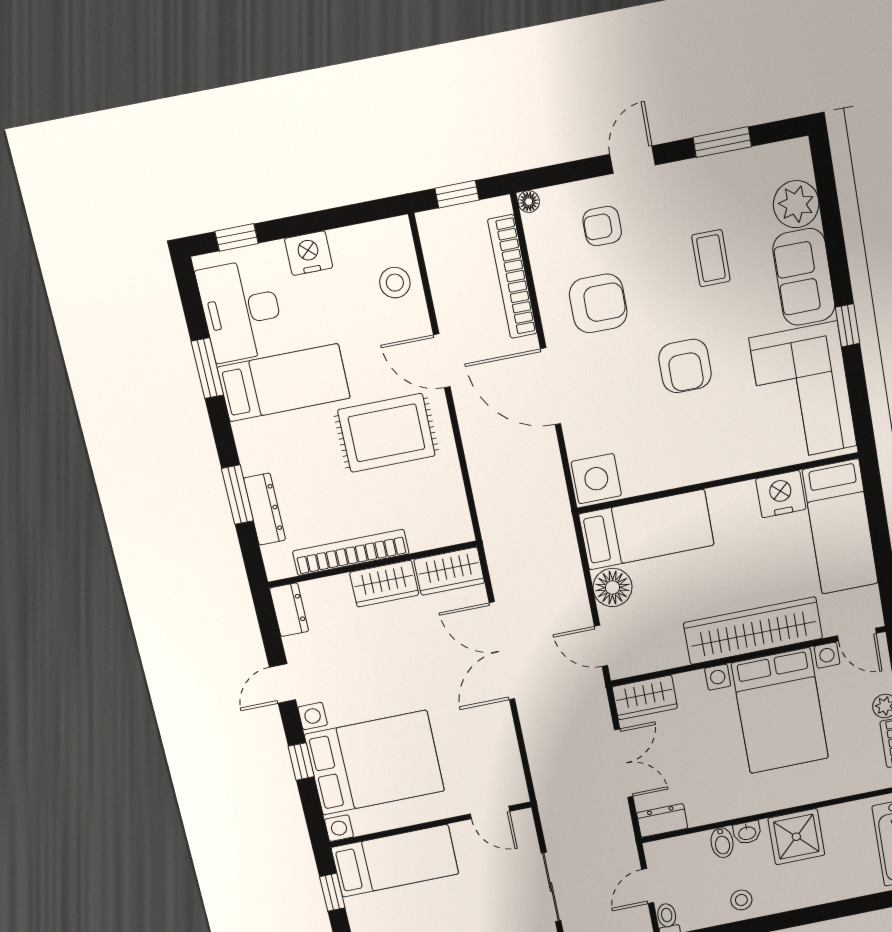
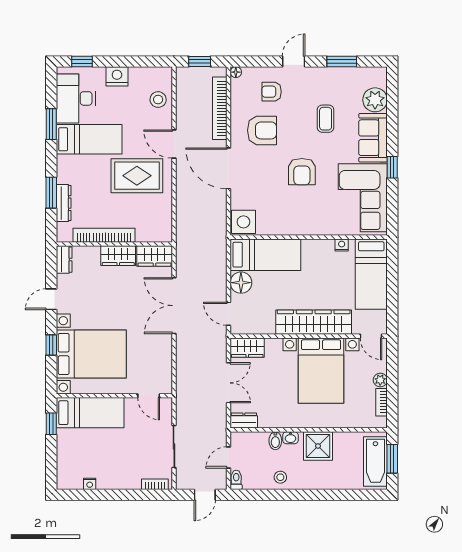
nightstand: (781, 494) -> (342, 245), width x0.53, depth x0.56

